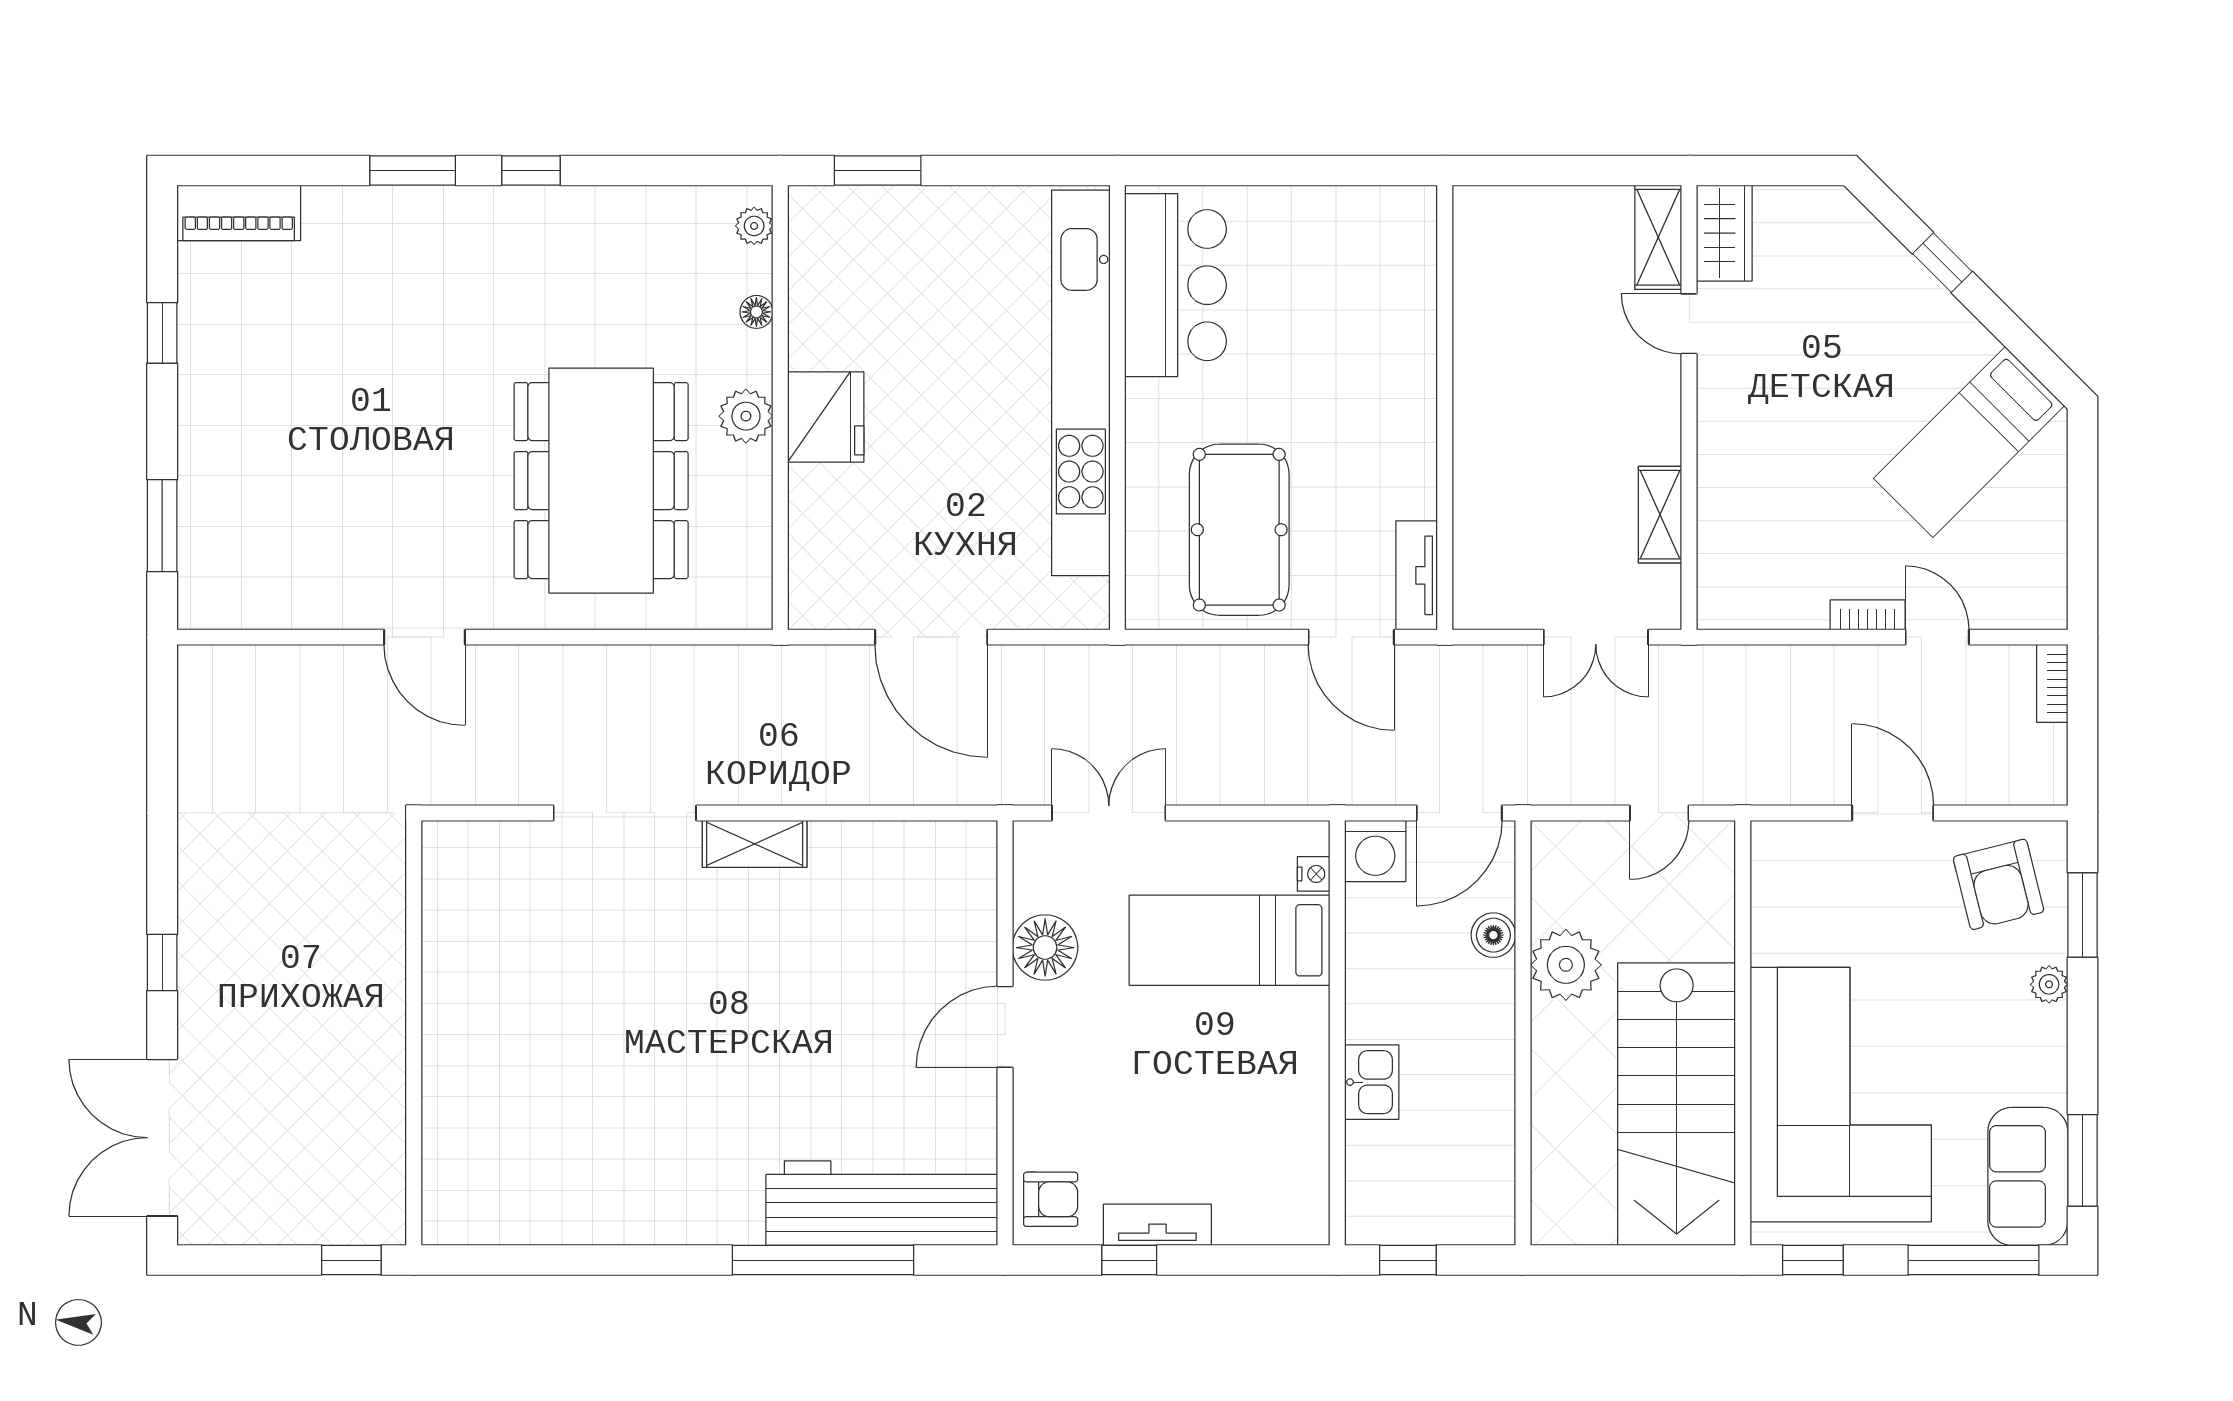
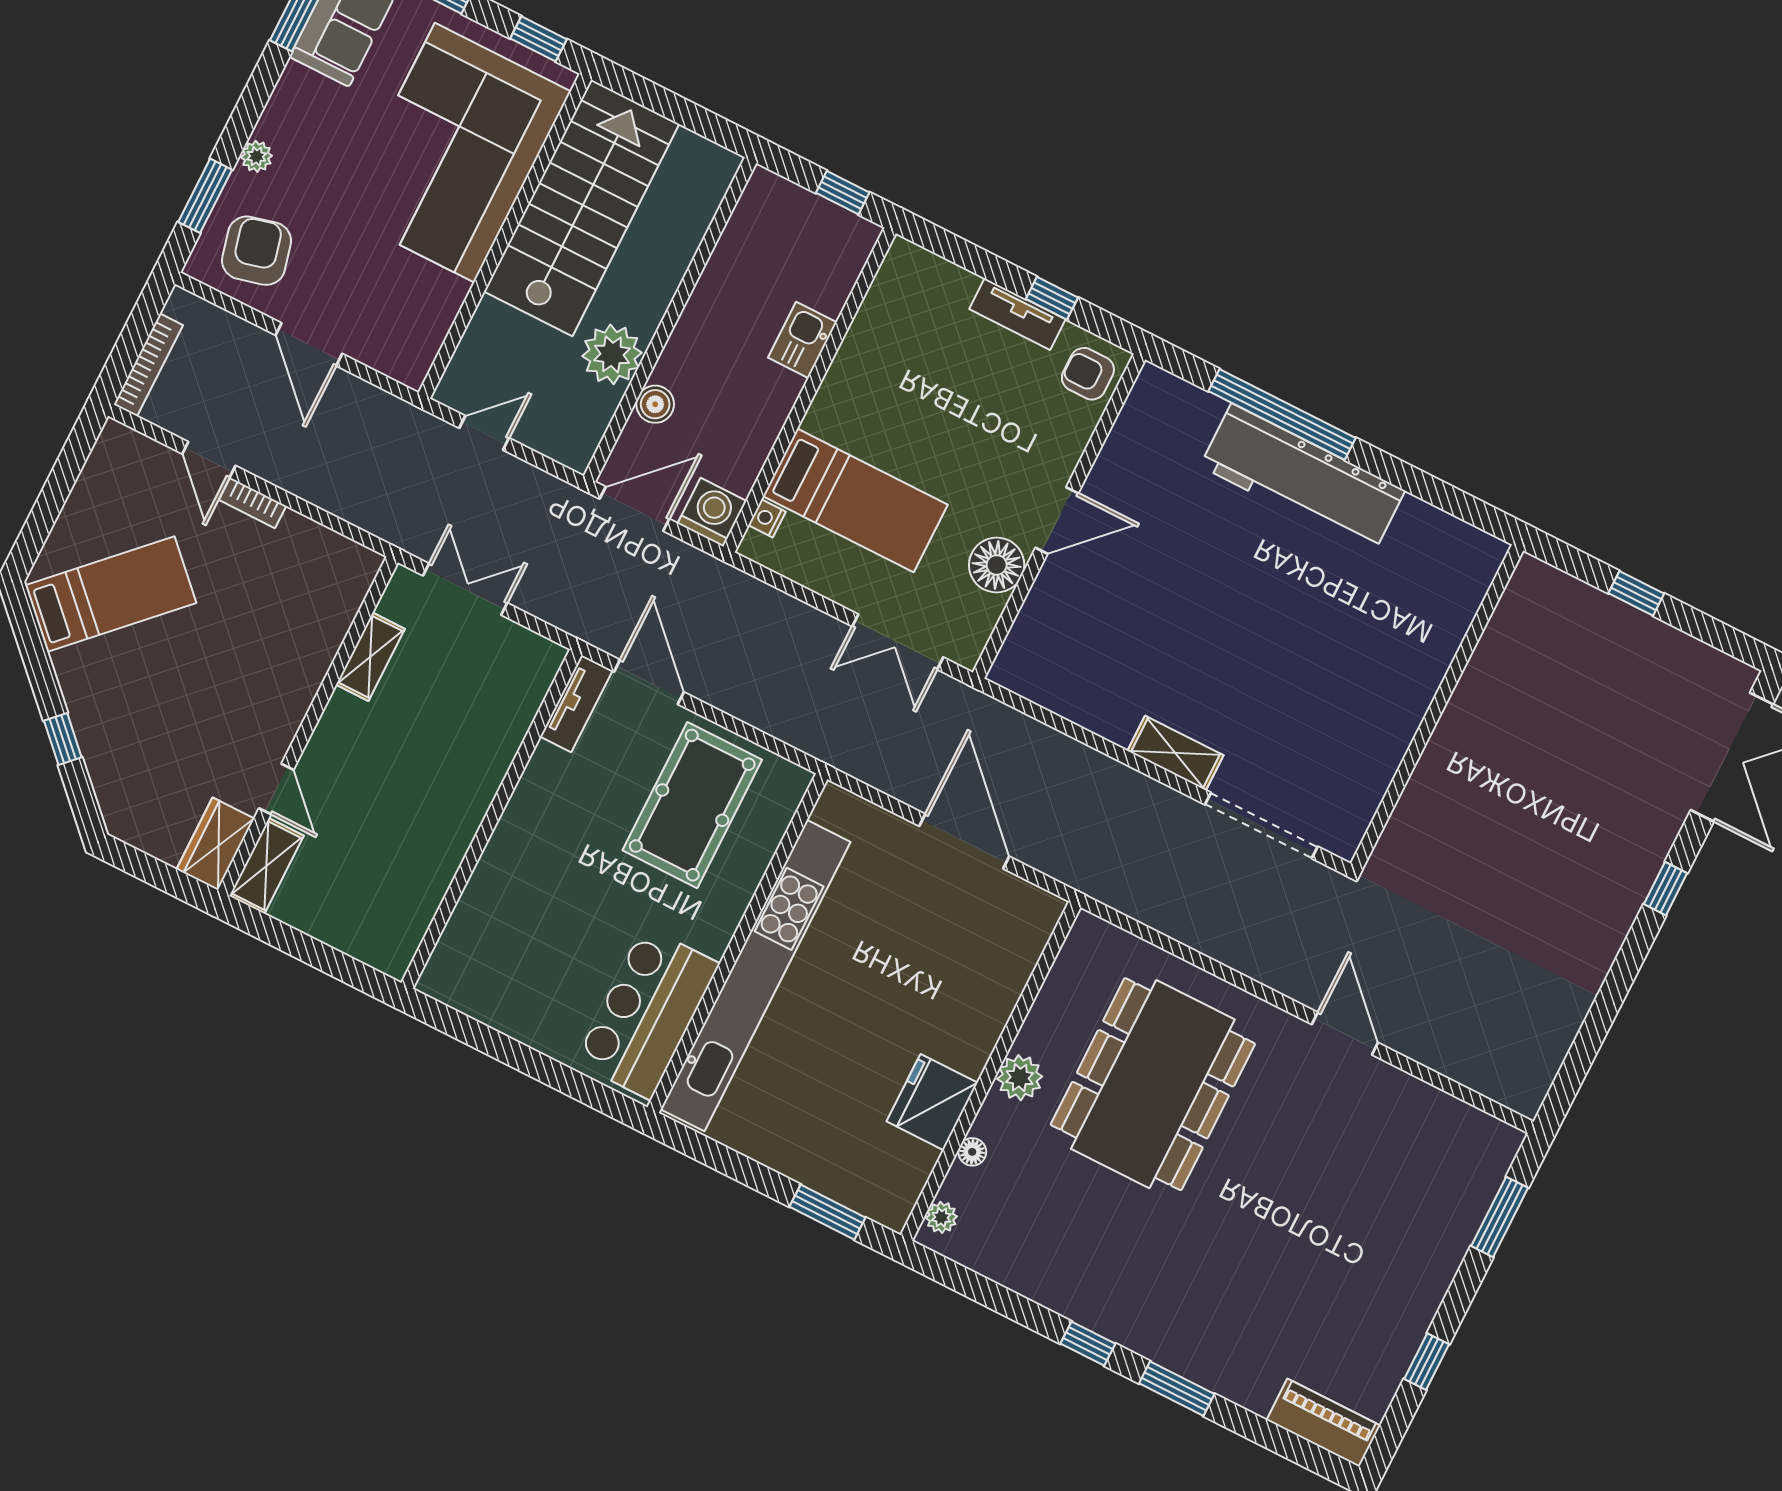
fridge: (826, 417) -> (932, 1102), moved
bookcase: (2052, 683) -> (148, 365), width x1.56
wall: (414, 1033) -> (1437, 707), moved
workbench: (882, 1203) -> (1302, 478), moved

